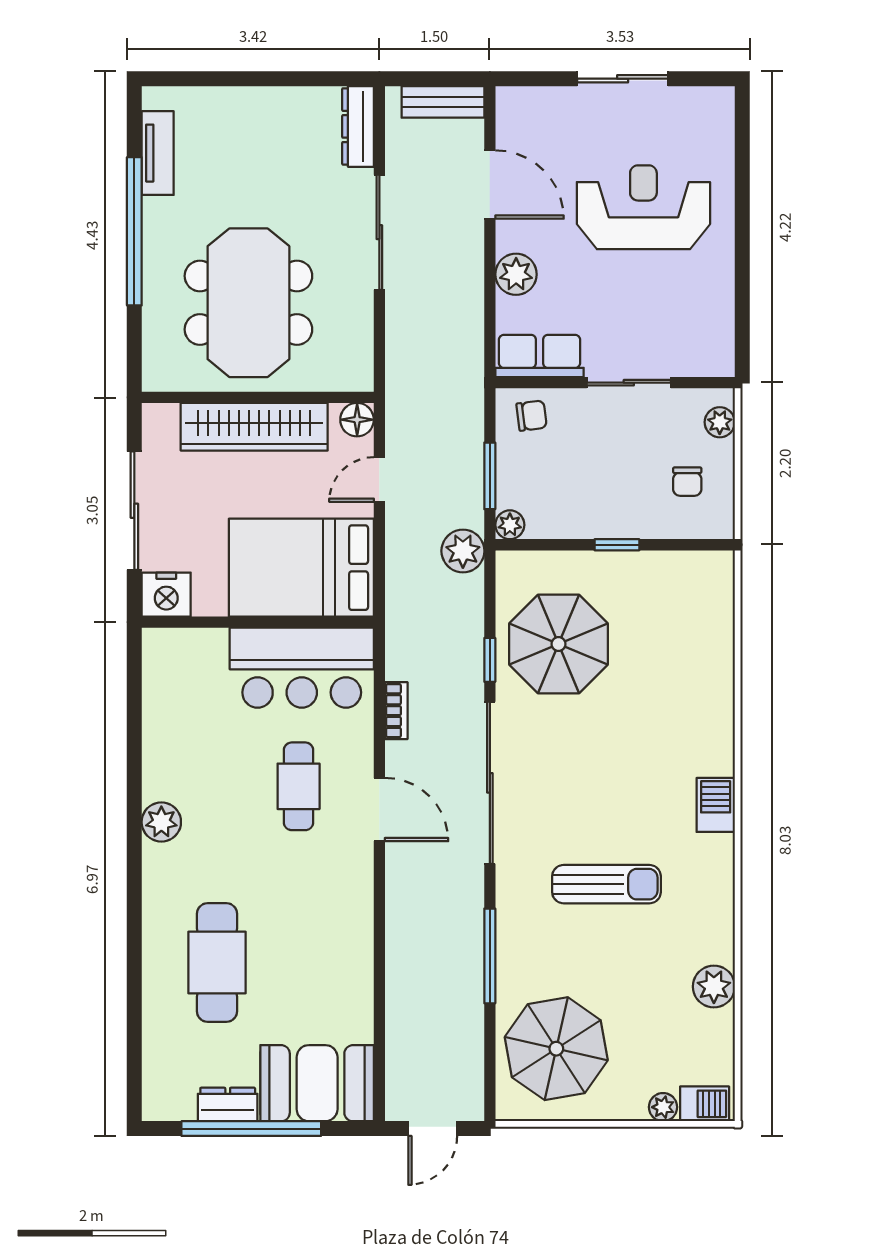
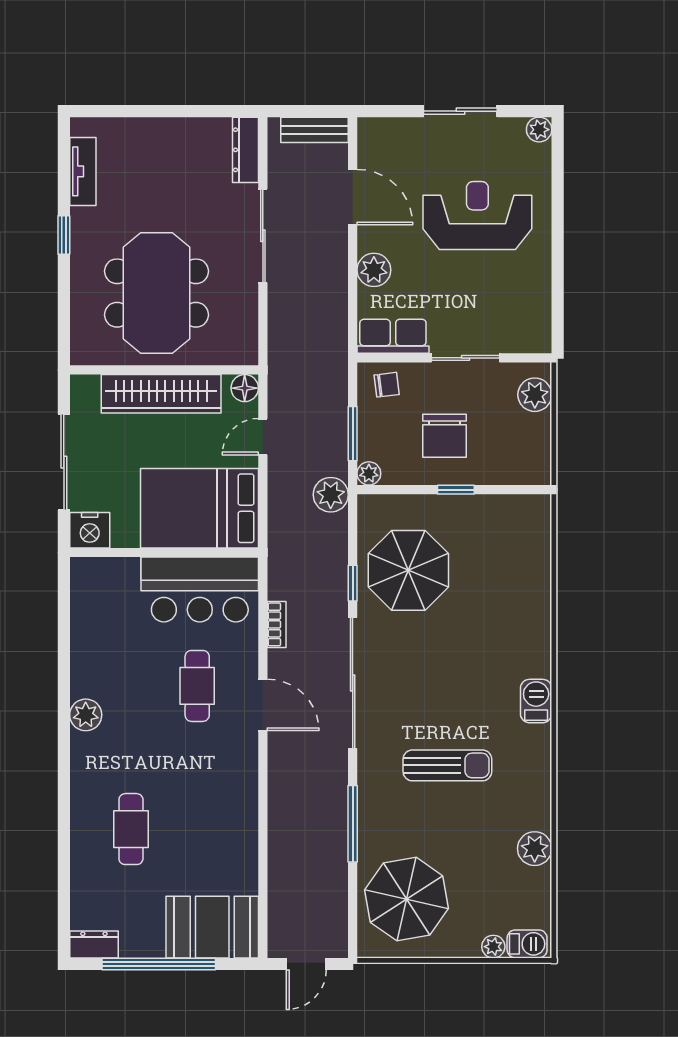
plant: (719, 102) -> (539, 130), added
window: (134, 231) -> (64, 235), width x0.32
plant: (720, 422) -> (535, 395), width x1.38, depth x1.38
chair: (687, 482) -> (445, 436), moved, width x1.87, depth x1.87
cafe table: (217, 963) -> (131, 829), width x0.73, depth x0.74
dresser: (228, 1104) -> (94, 944), moved

